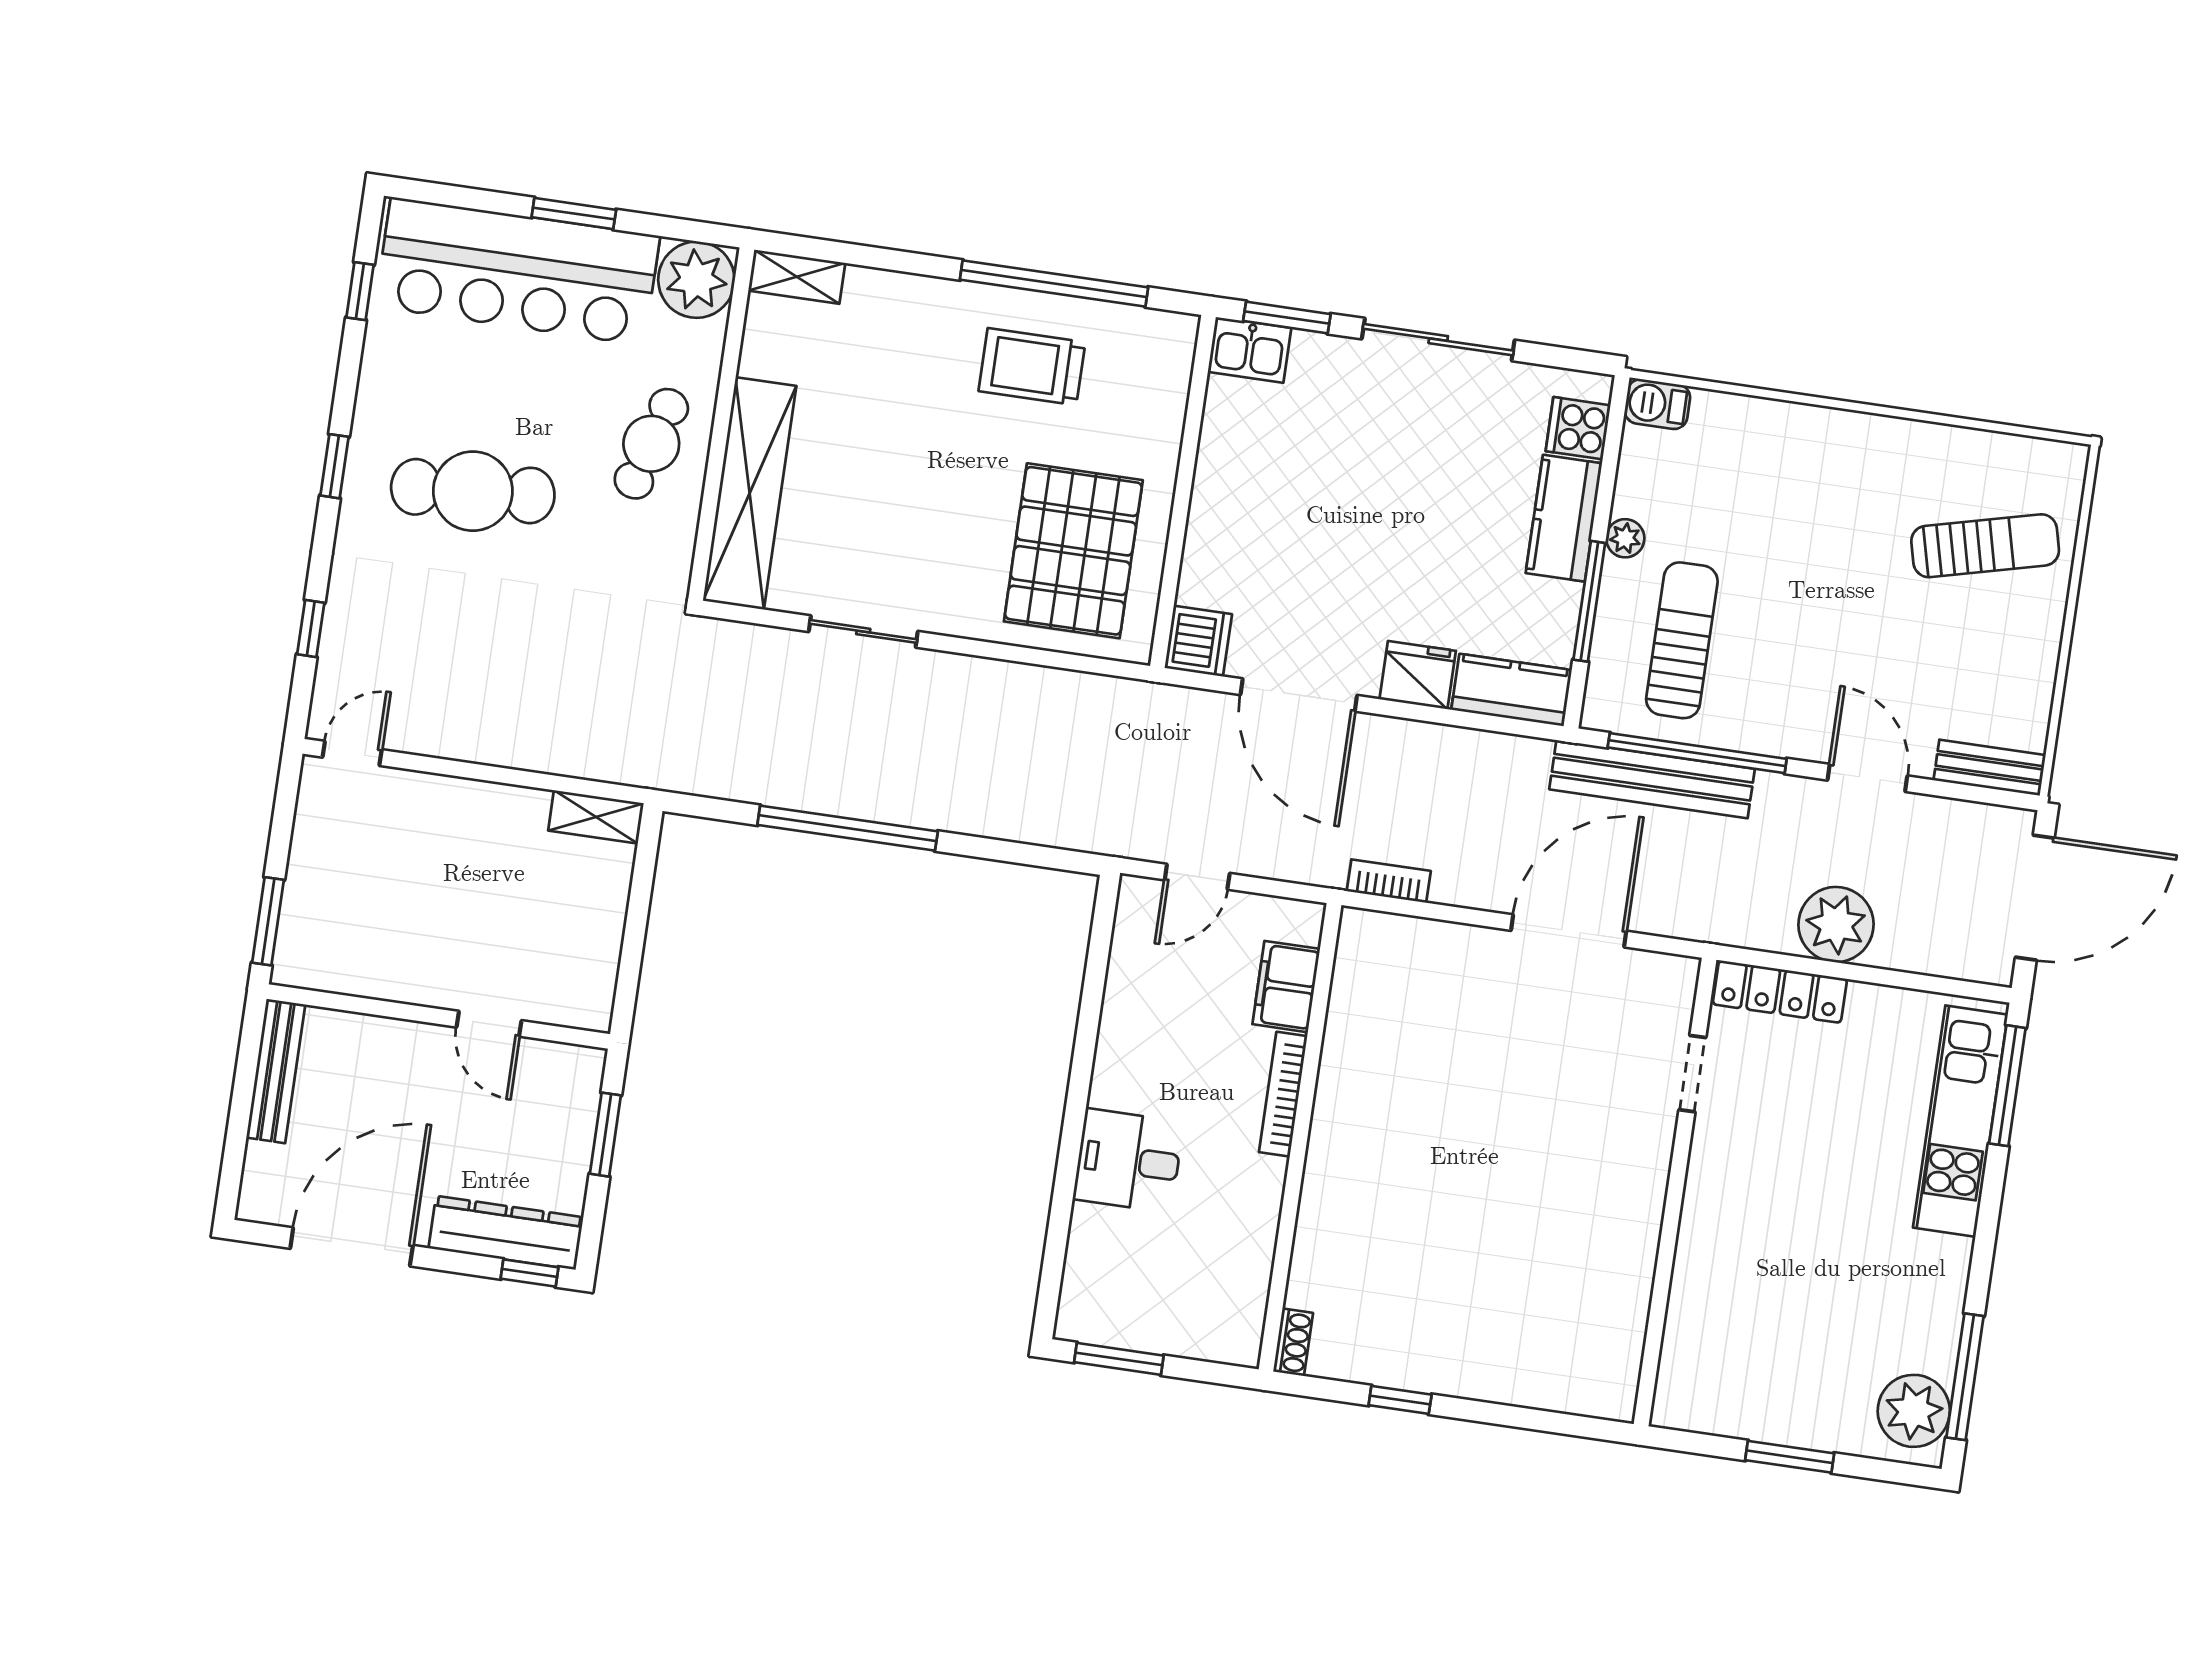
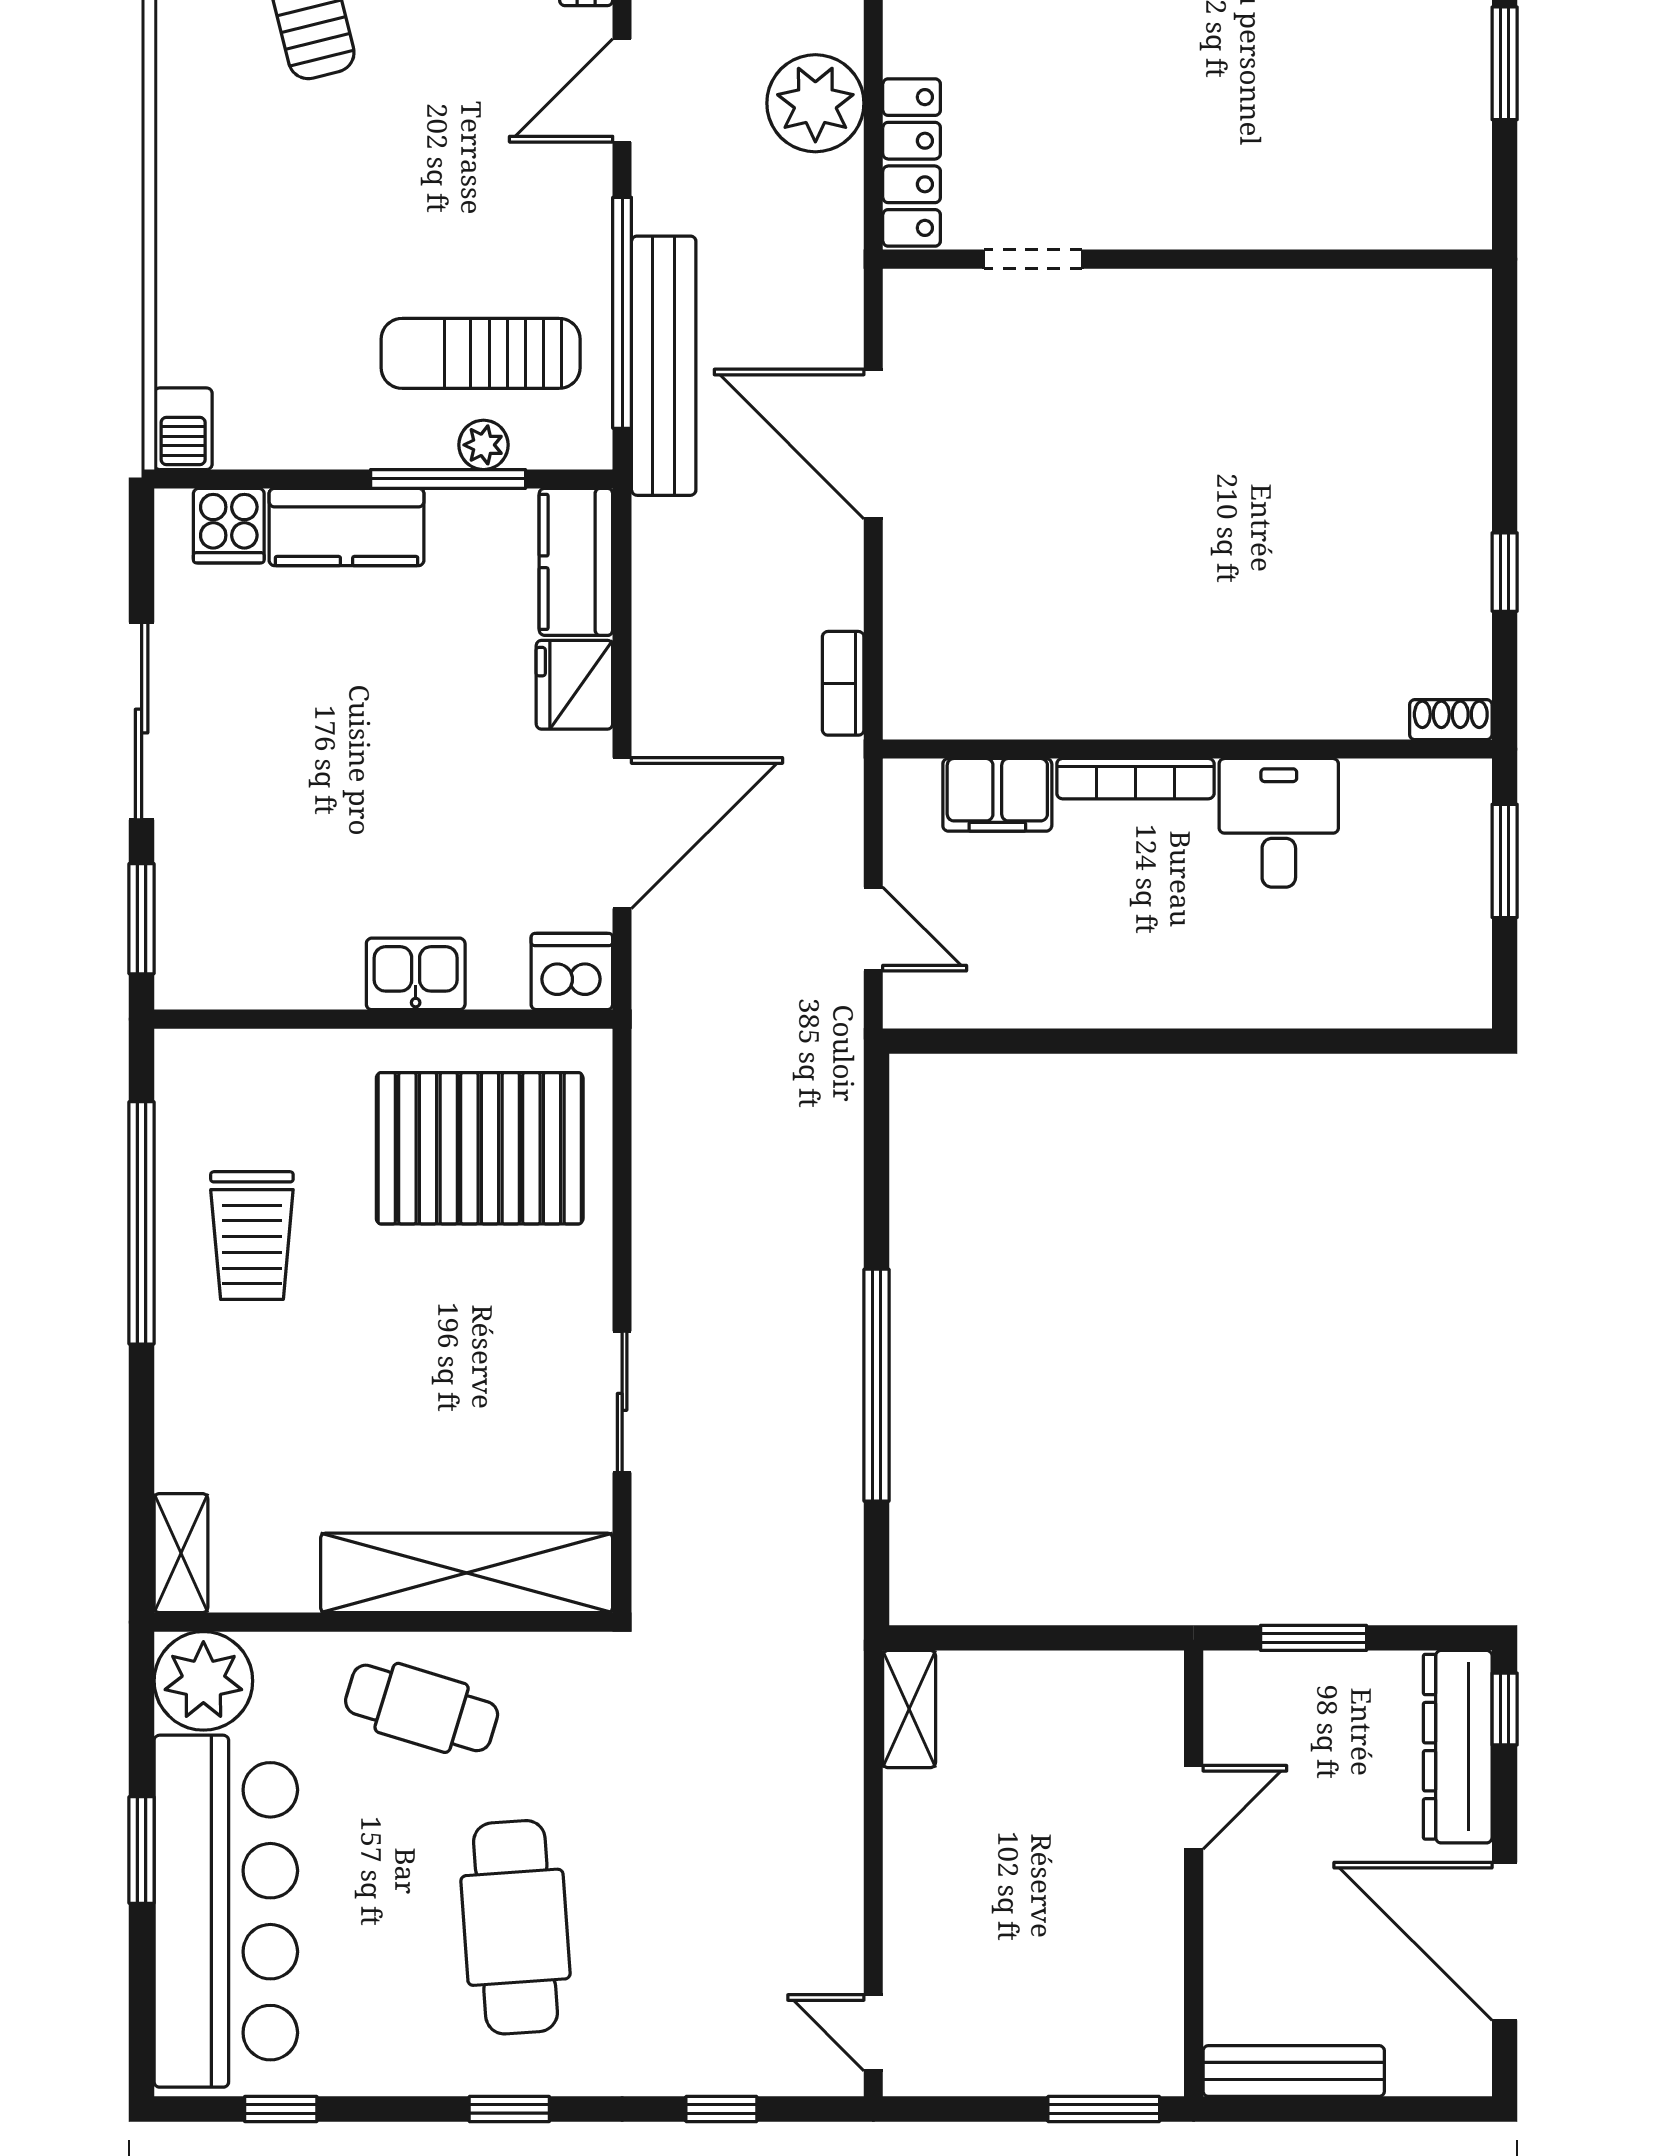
kitchen sink: (1250, 350) -> (416, 974), moved, turned -90
plant: (1625, 538) -> (484, 445), moved
desk: (1128, 1161) -> (1279, 823), moved, turned 180
window: (1119, 1359) -> (1505, 861), moved

